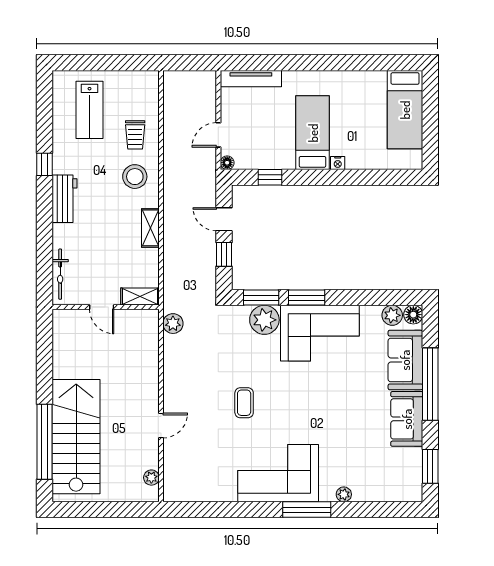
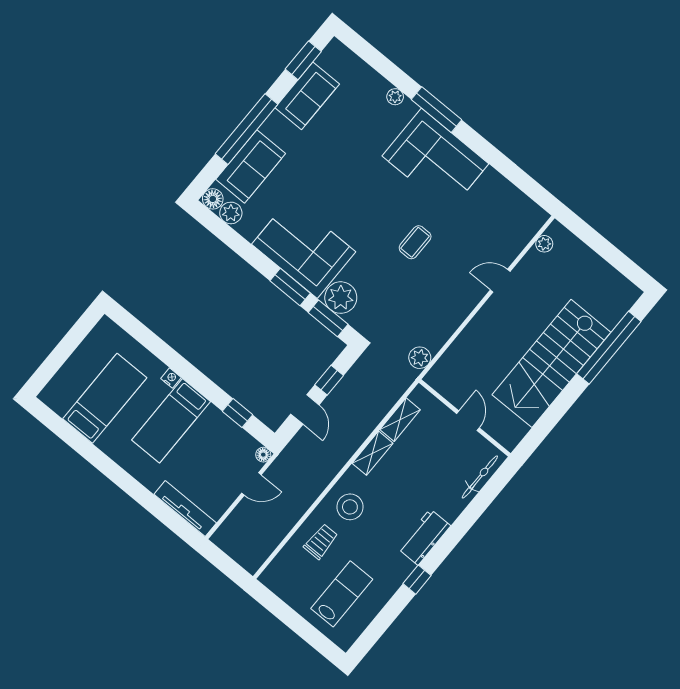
bed: (405, 110) -> (105, 398), moved
shelving: (140, 297) -> (400, 420), moved, turned 90
sofa: (407, 419) -> (307, 96), moved
stairs: (76, 437) -> (551, 363), moved

